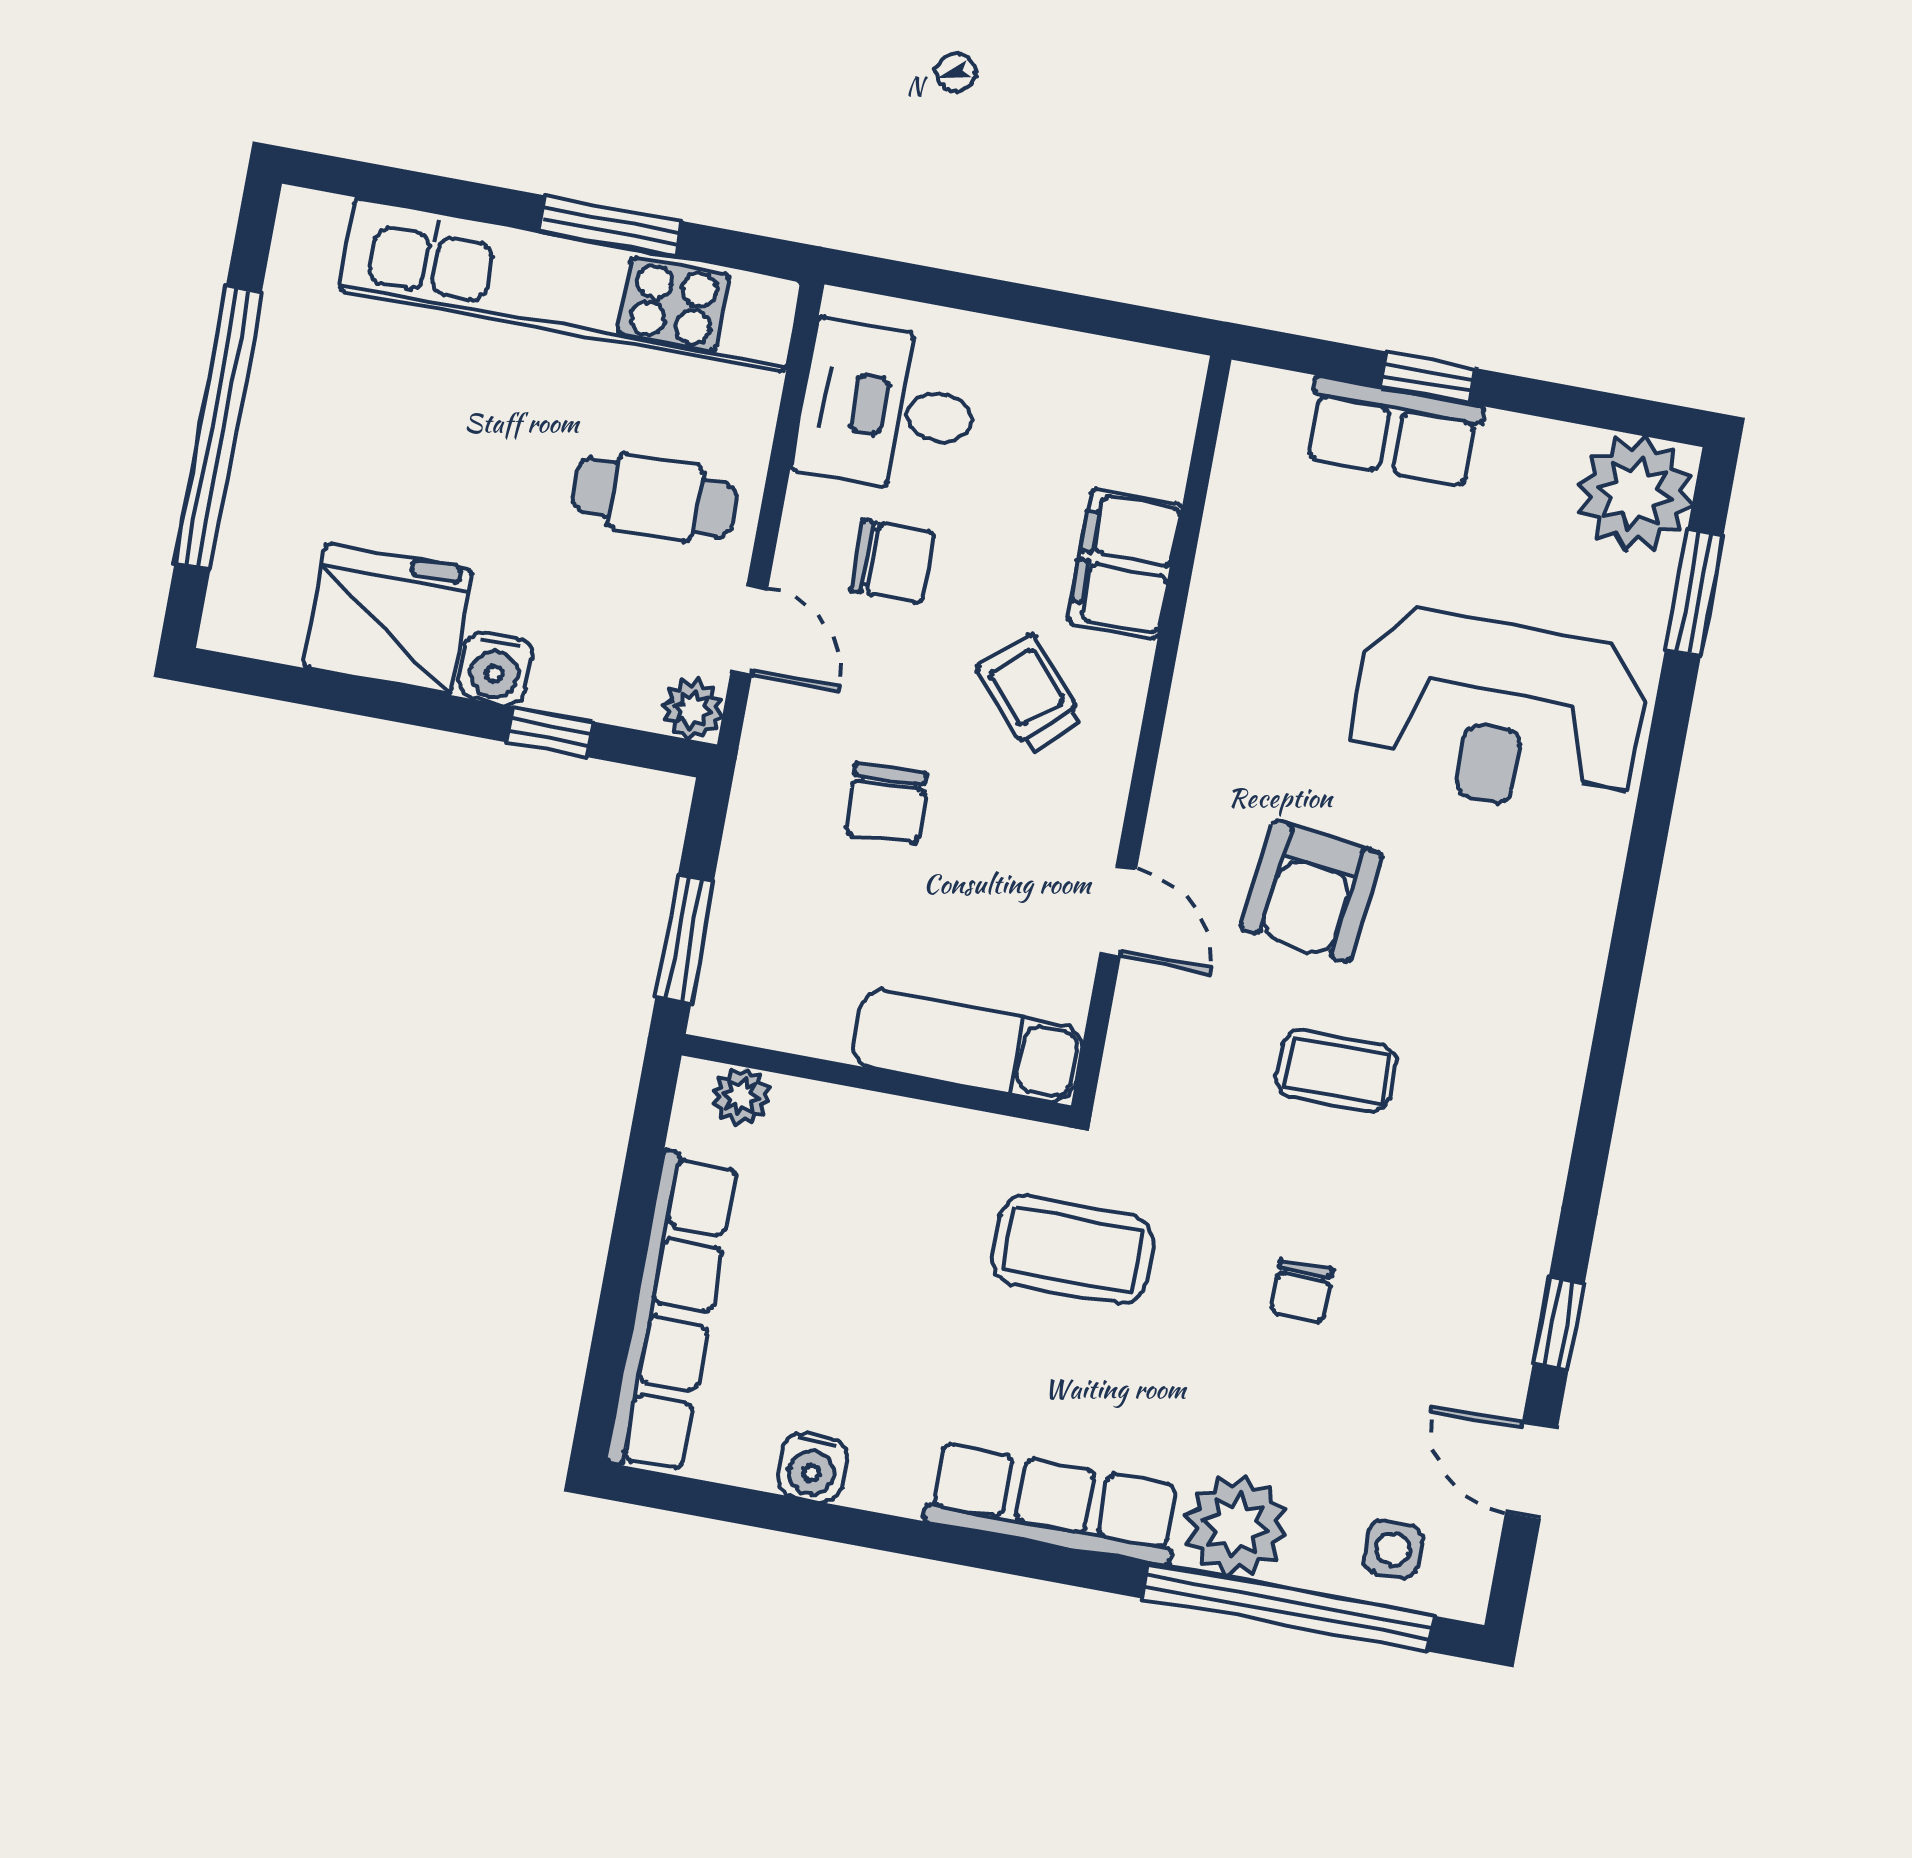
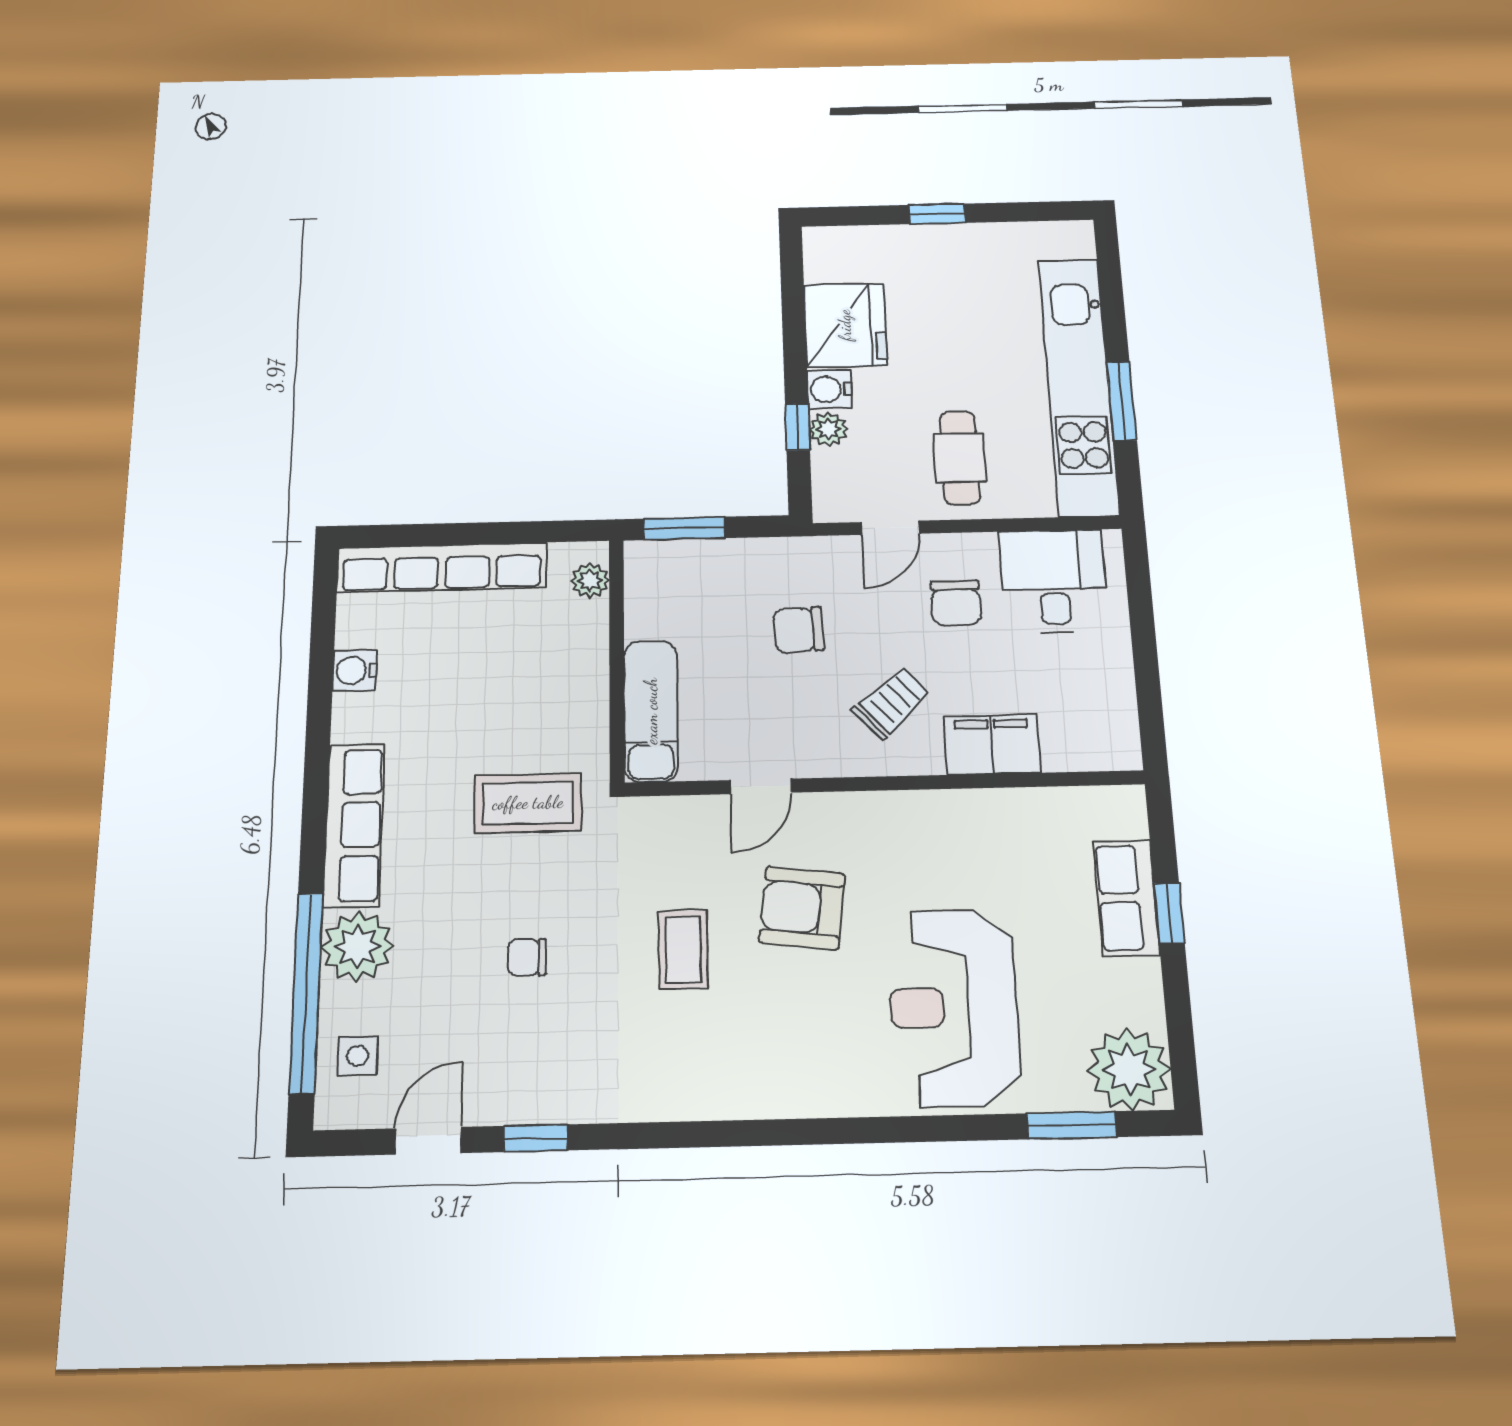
window: (218, 428) -> (937, 214), width x0.32
plant: (693, 709) -> (829, 429), moved
coffee table: (1073, 1250) -> (528, 803), turned 90

